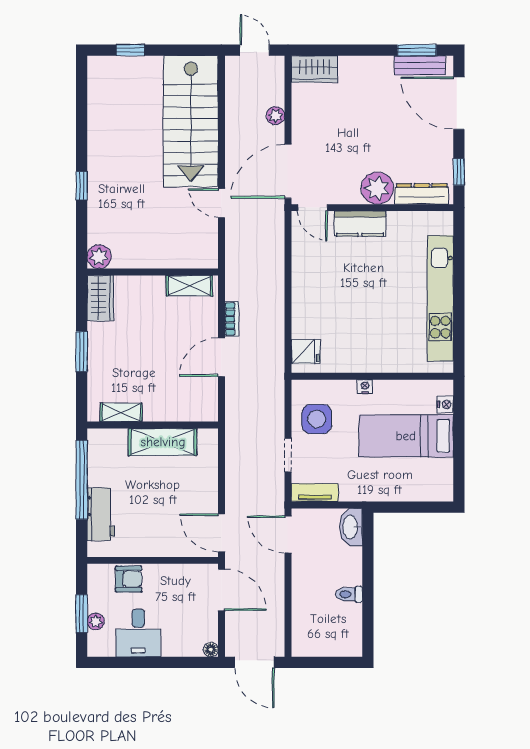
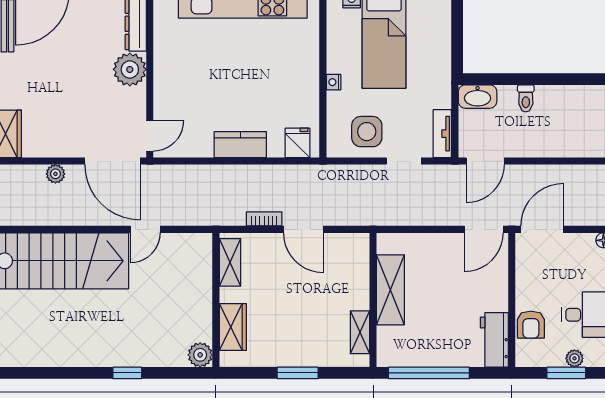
kitchen counter: (360, 224) -> (240, 145), moved, turned -90
wardrobe: (100, 298) -> (233, 327), moved, turned 90
workbench: (101, 514) -> (494, 340), moved, turned -90
armchair: (129, 579) -> (531, 325), turned 180
toilet: (349, 594) -> (526, 98), moved

